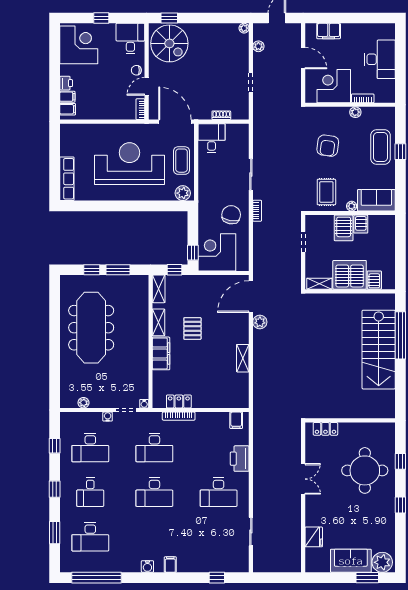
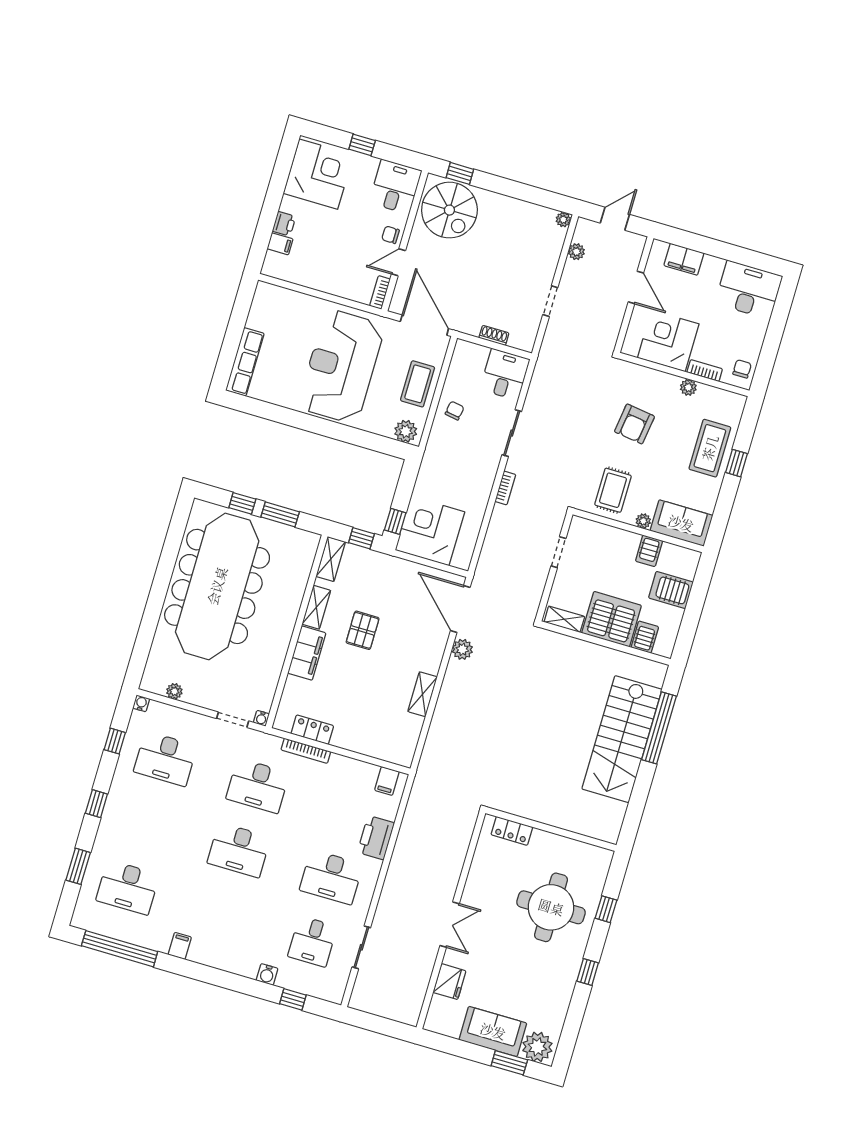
desk: (380, 59) -> (749, 290), moved, turned -90
chair: (386, 90) -> (742, 369), added
filing cabinet: (68, 109) -> (275, 262), removed
desk: (212, 138) -> (505, 374), moved
reception desk: (129, 164) -> (341, 366), turned -90
chair: (231, 215) -> (455, 411), moved, width x0.54, depth x0.54
server rack: (344, 228) -> (671, 590), moved, turned 90
door: (251, 297) -> (460, 609), hinge flipped
meeting table: (91, 328) -> (217, 586), width x1.36, depth x1.27
water cooler: (108, 417) -> (141, 703), moved
double door: (303, 479) -> (450, 925), moved
desk: (90, 492) -> (312, 941), moved
filing cabinet: (170, 565) -> (180, 946), moved
water cooler: (147, 566) -> (267, 974), moved

